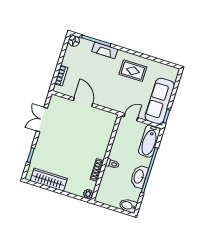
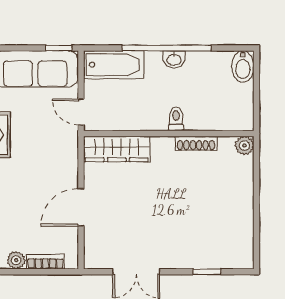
plant: (67, 61) -> (16, 260), added
washbasin: (139, 177) -> (174, 59), width x0.52, depth x0.69
wardrobe: (49, 180) -> (117, 149), moved, turned -90

